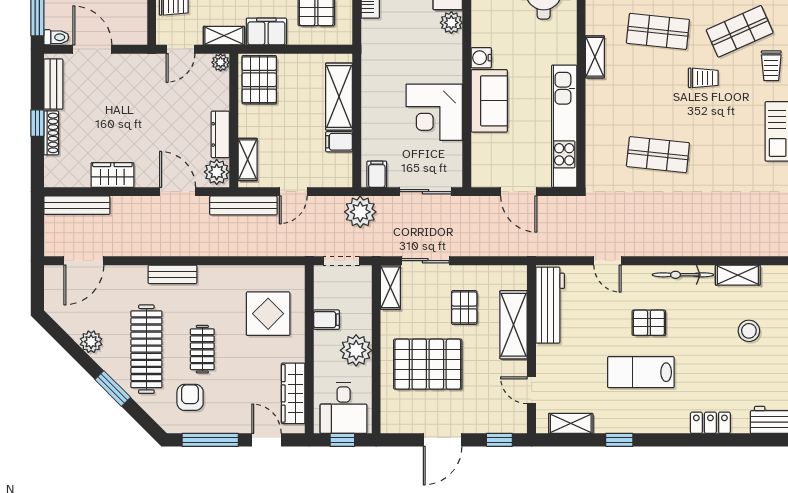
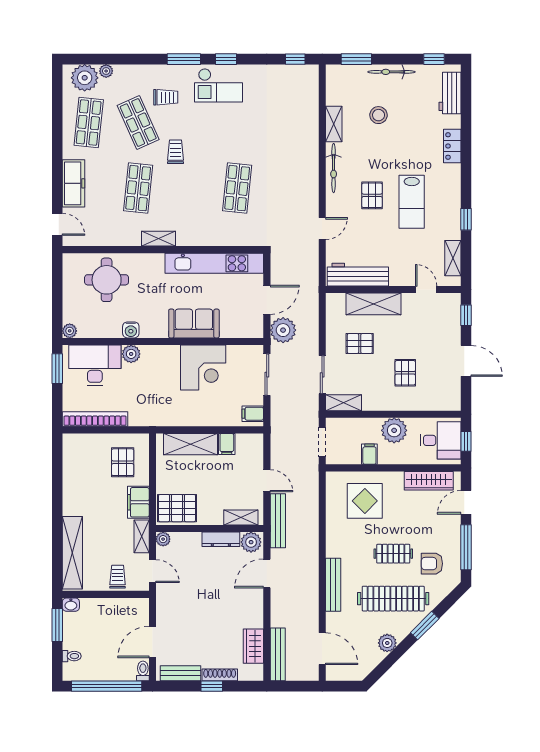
water cooler: (481, 58) -> (131, 330), moved
wardrobe: (112, 175) -> (253, 646), moved
plant: (360, 212) -> (283, 330), moved
bench: (172, 274) -> (333, 585), width x1.36
pallet: (428, 364) -> (405, 373), width x0.49, depth x0.50
door: (532, 390) -> (426, 290), swing flipped

